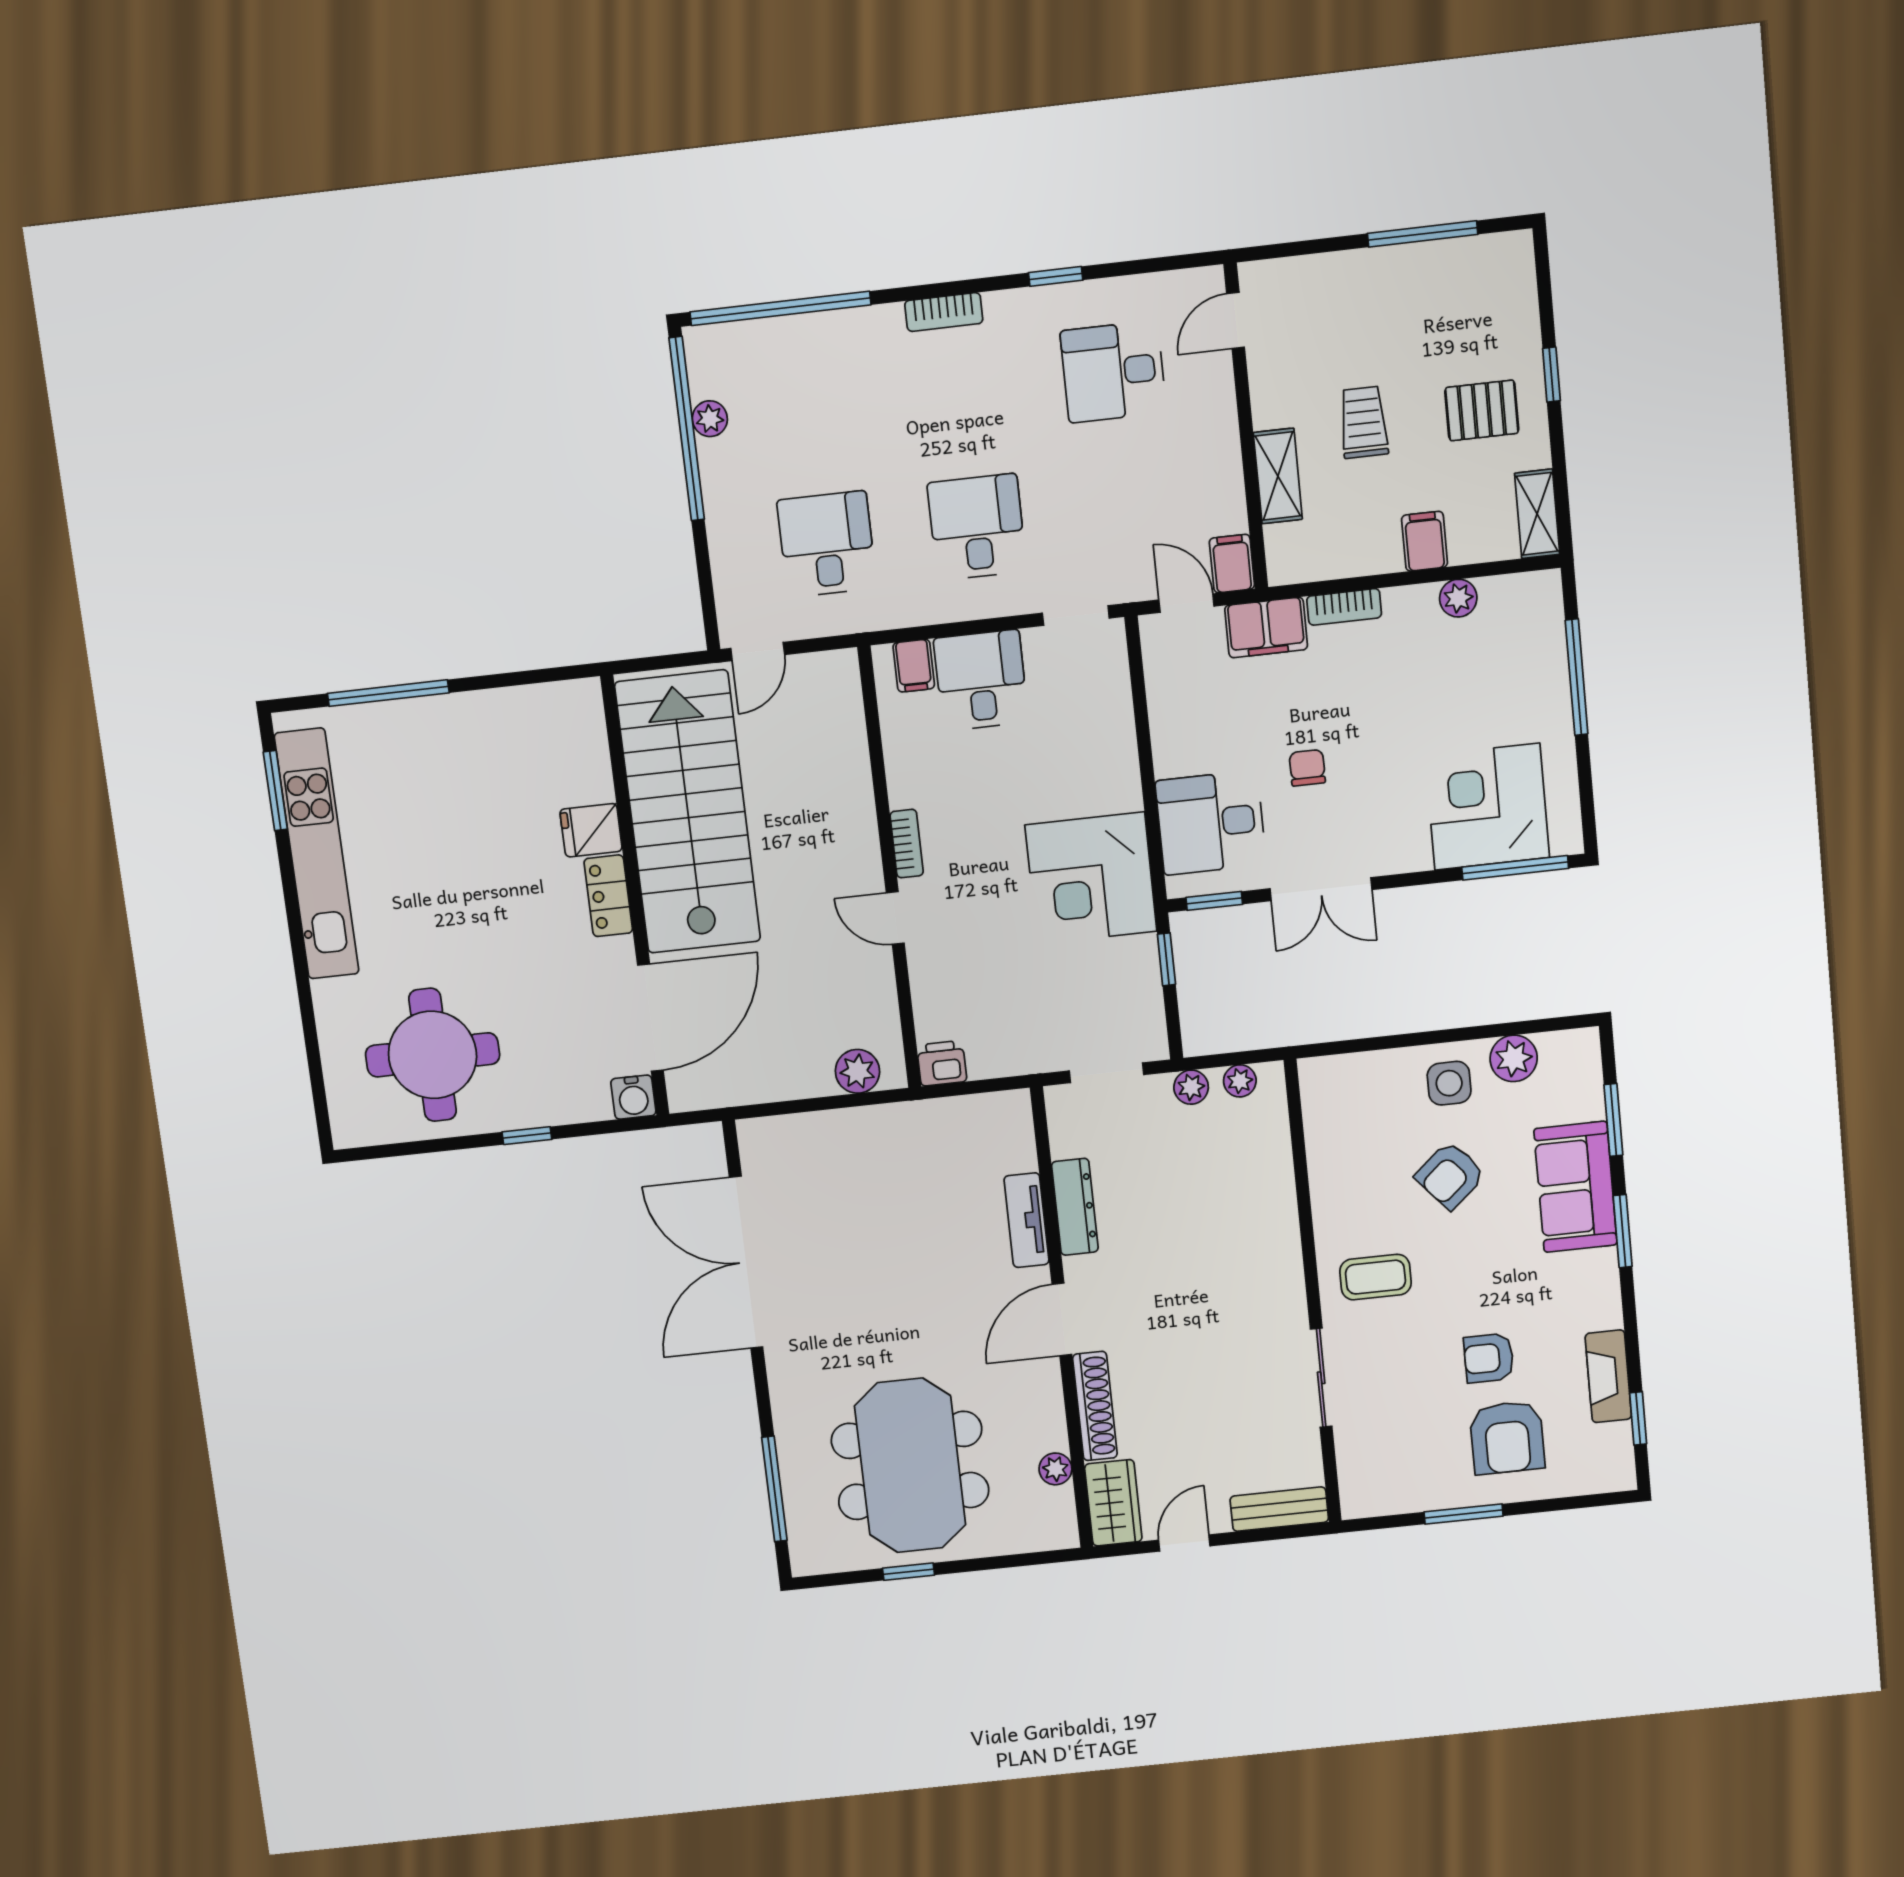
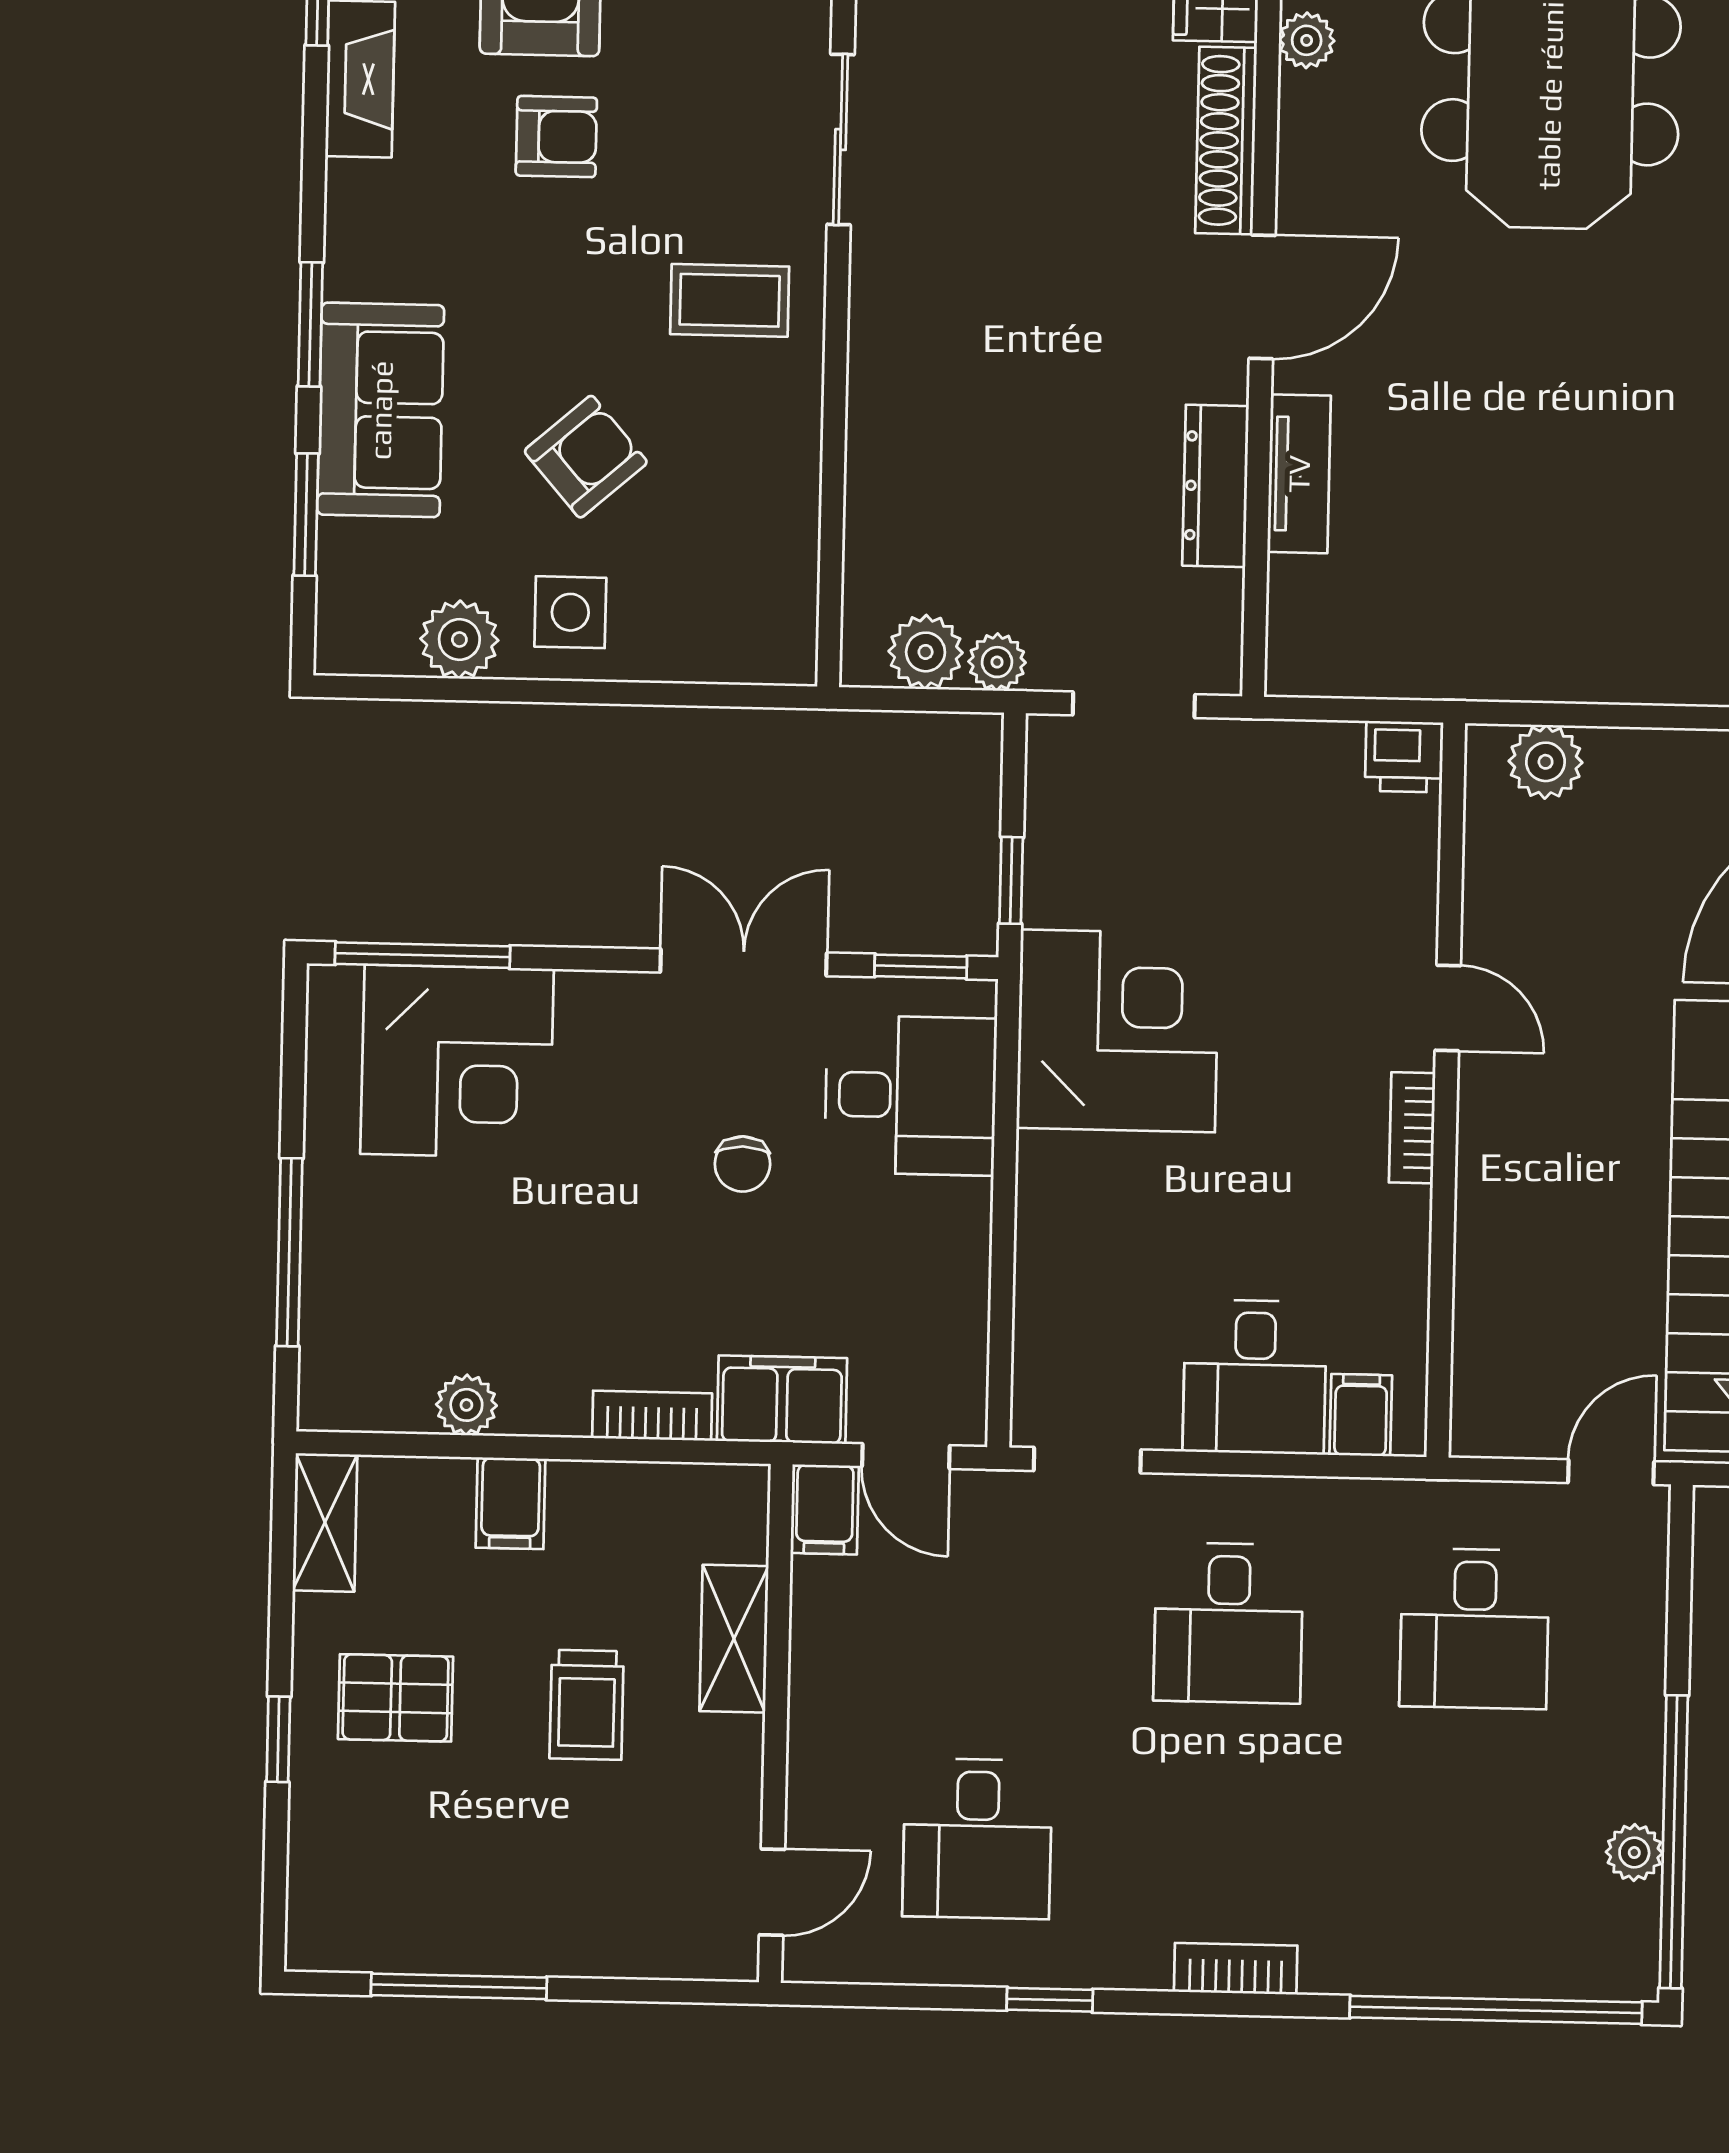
desk: (1113, 372) -> (977, 1839), turned 90
plant: (1240, 1081) -> (926, 652), width x1.38, depth x1.38

